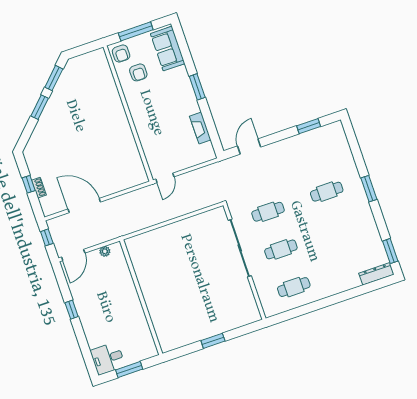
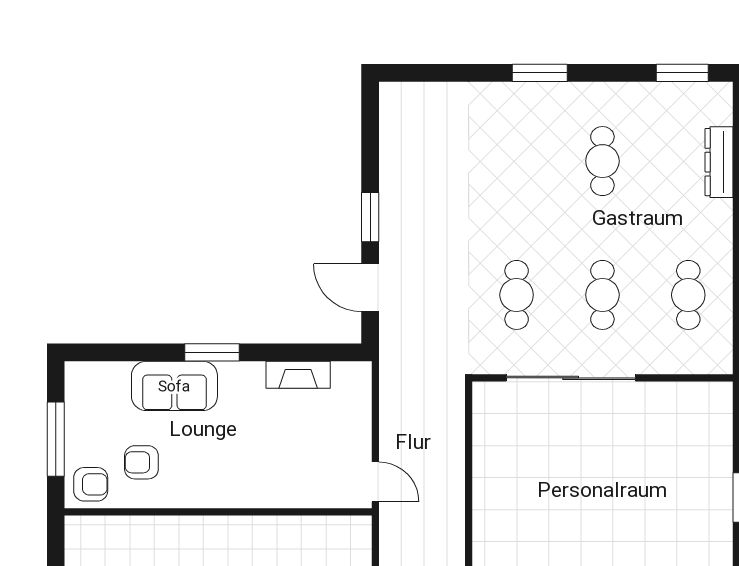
sofa: (168, 49) -> (174, 386), moved
armchair: (138, 72) -> (141, 462), turned 180
window: (309, 126) -> (370, 217), moved
cafe table: (327, 192) -> (602, 161), moved
dresser: (376, 274) -> (719, 162), moved

